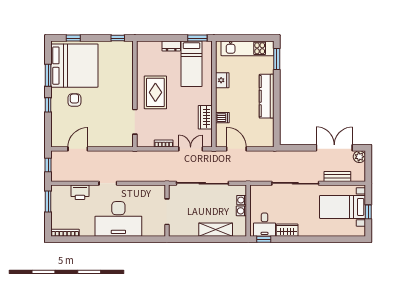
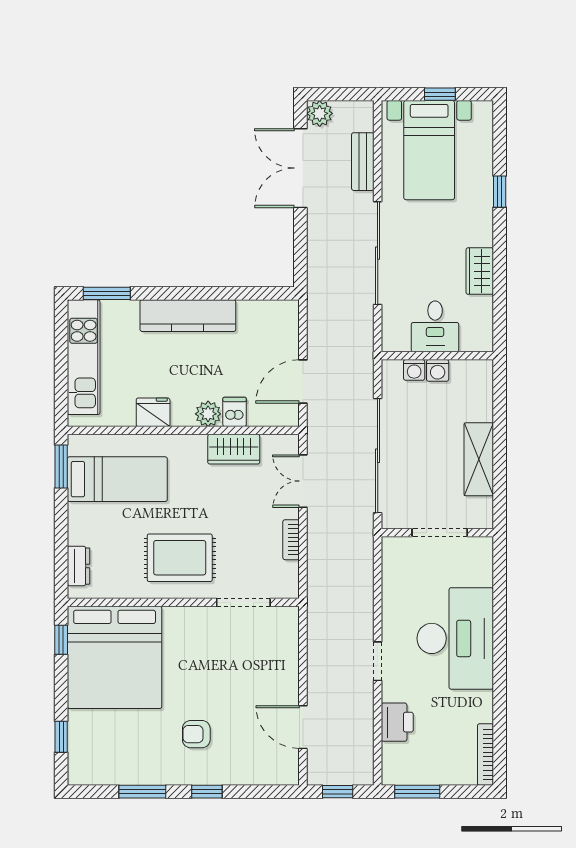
dresser: (171, 46) -> (79, 566), moved
bed: (74, 66) -> (115, 657), moved, turned 180
plant: (222, 105) -> (208, 414), added
desk: (265, 225) -> (435, 326), moved, turned 90
shelving: (216, 230) -> (479, 459), moved
window: (264, 239) -> (500, 192), moved

